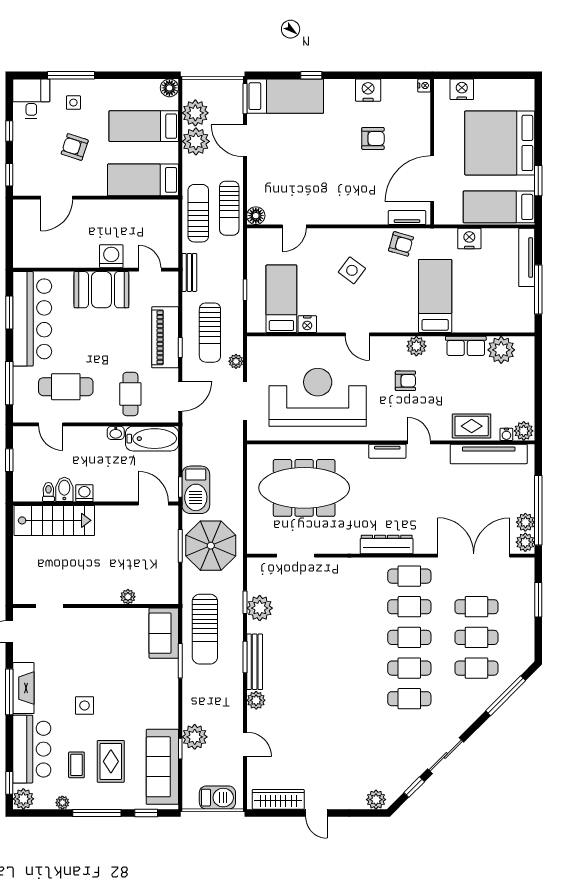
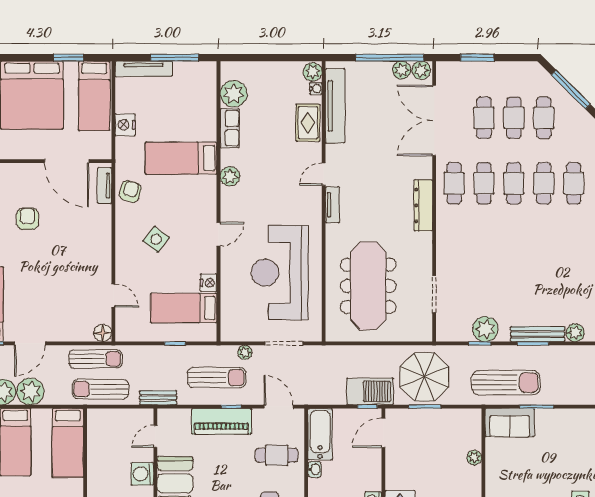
armchair: (405, 381) -> (264, 187), removed

